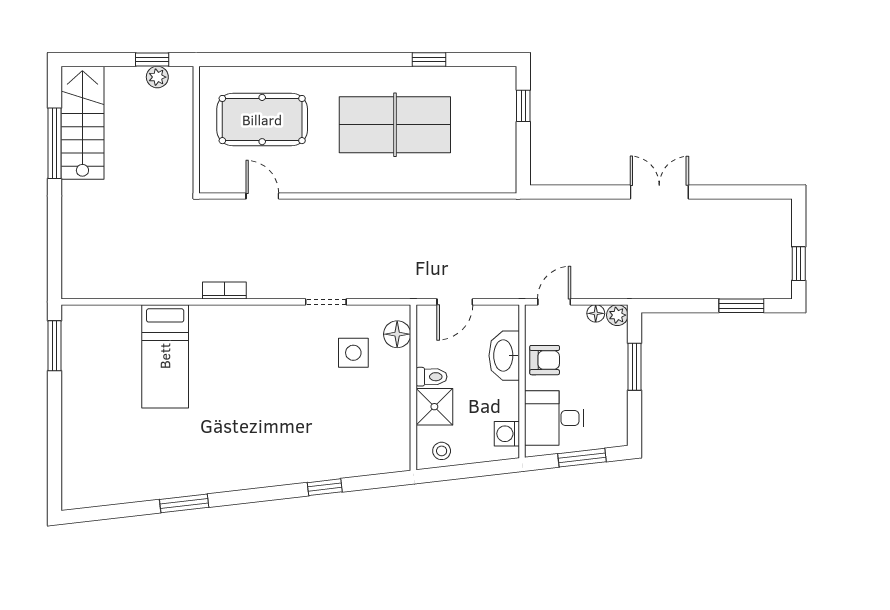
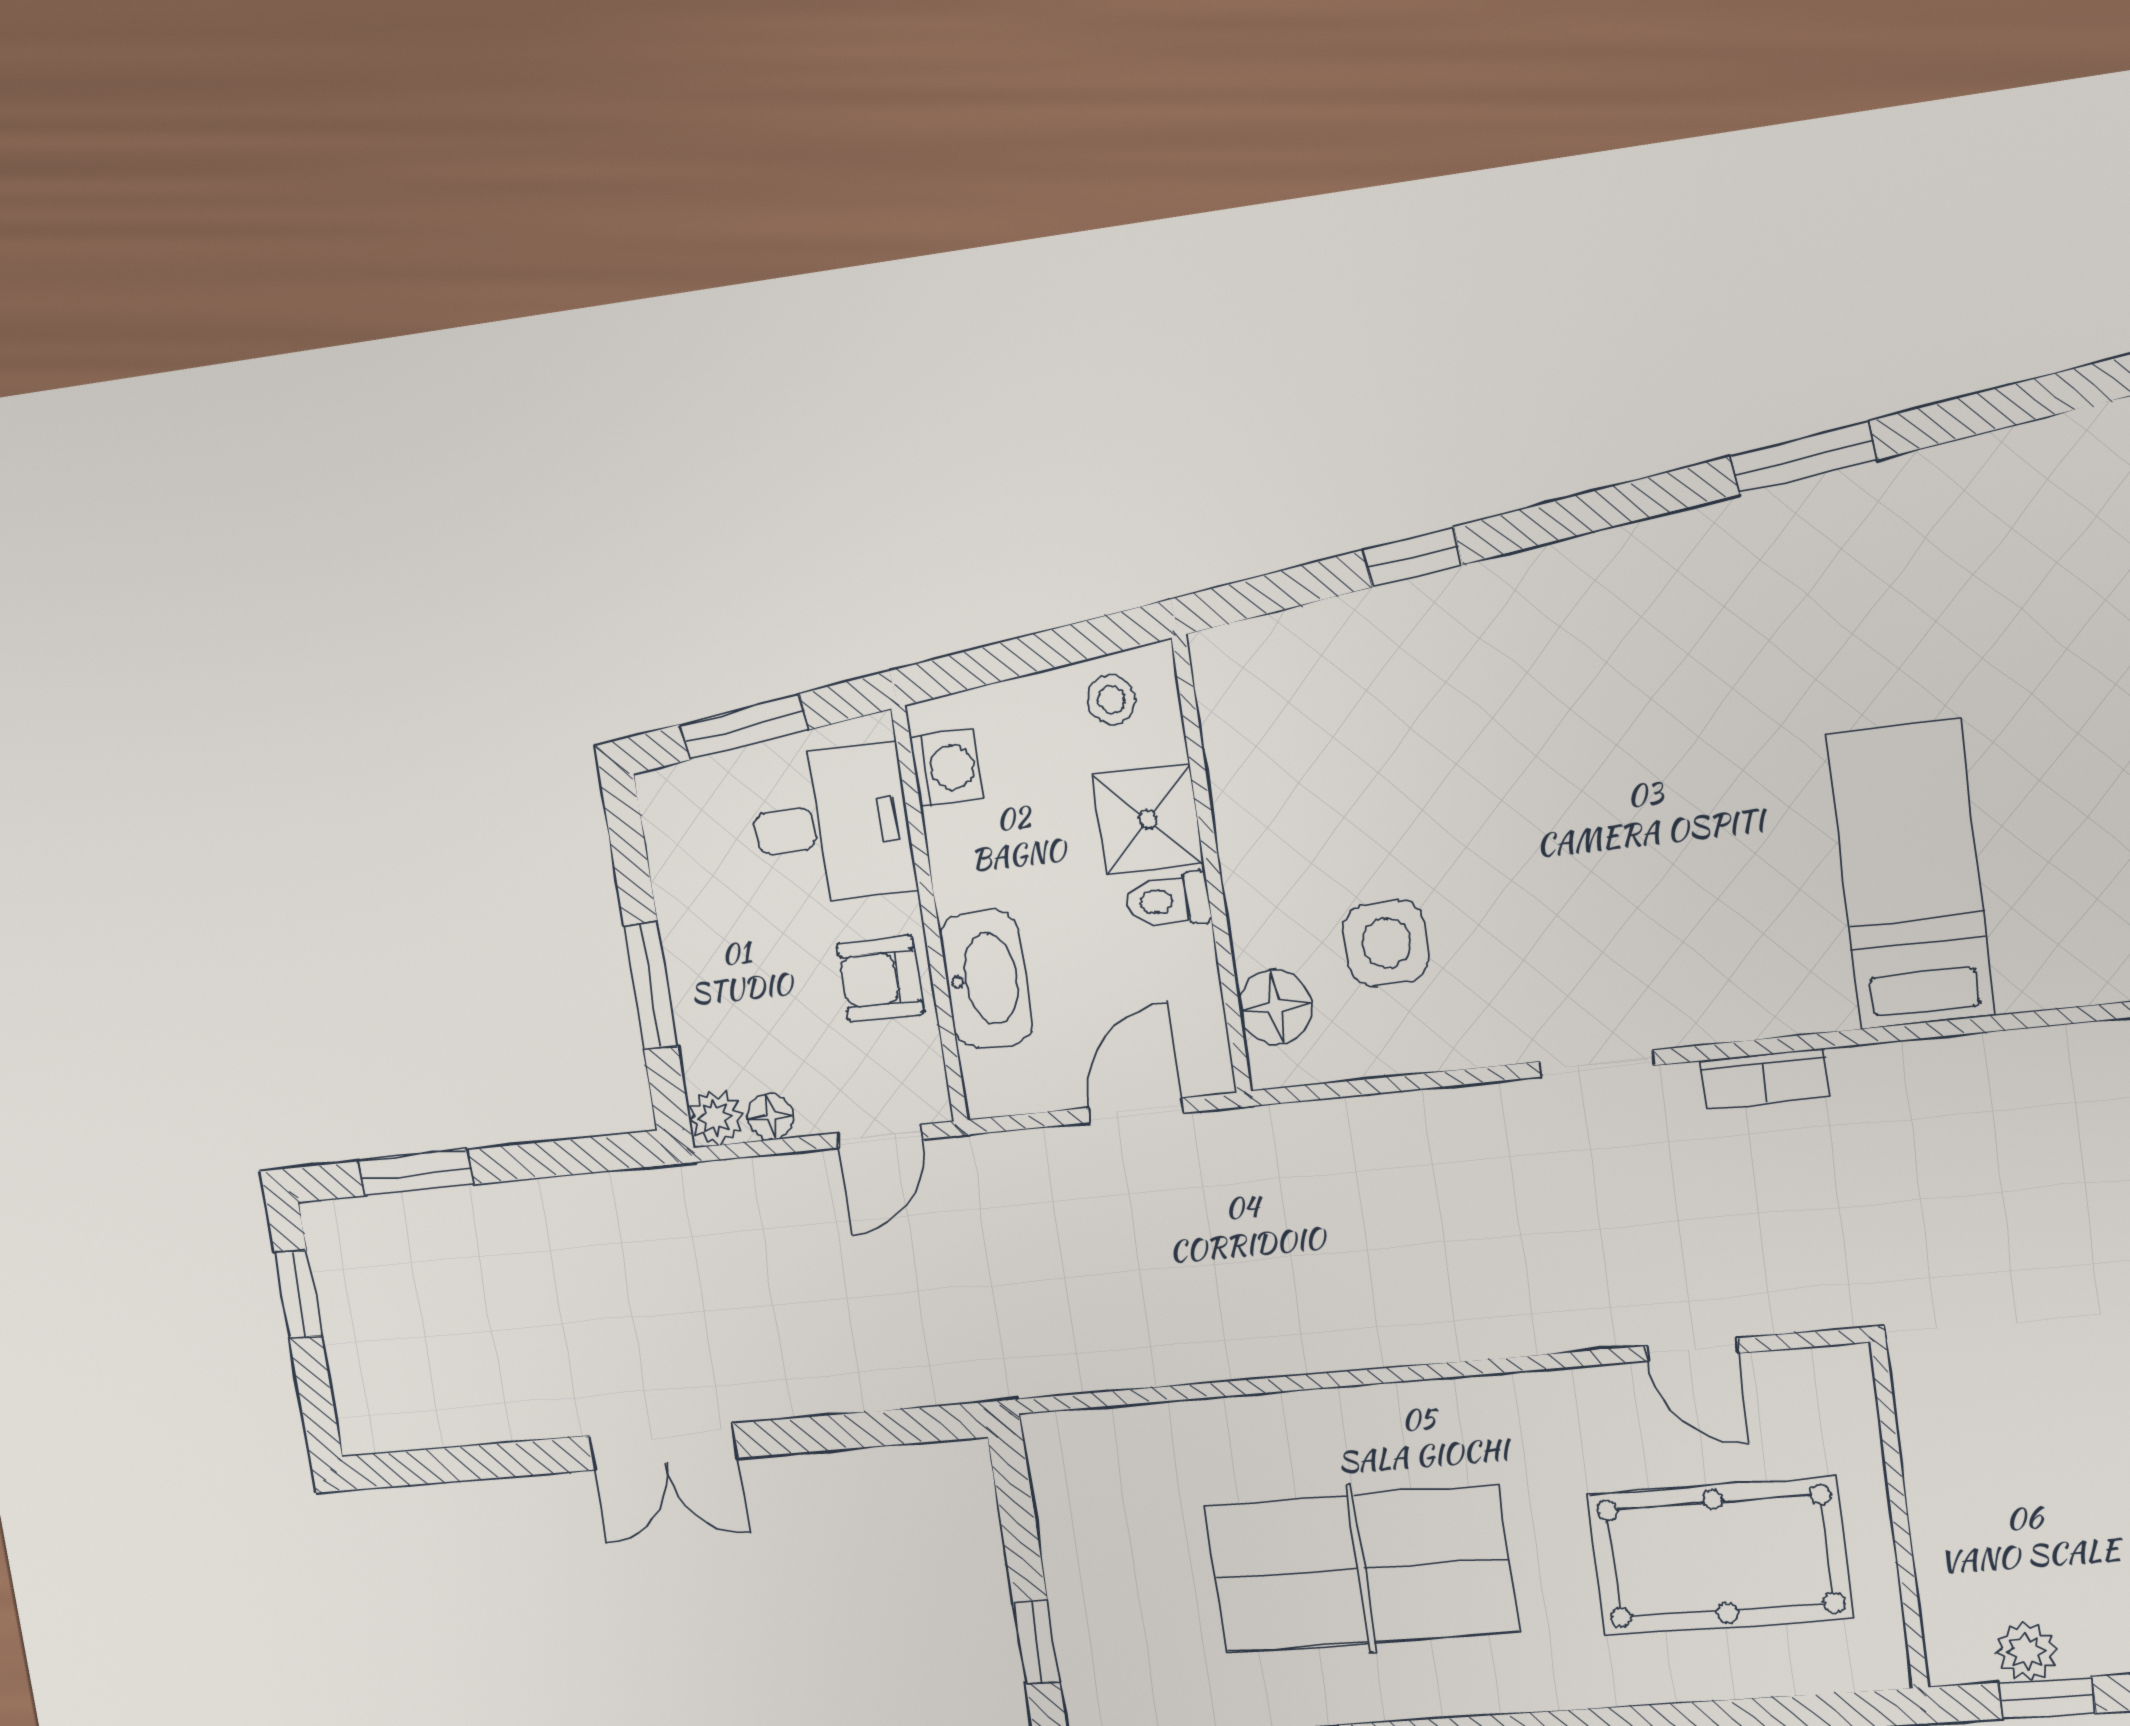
doorway: (326, 302) -> (1597, 1064), moved

